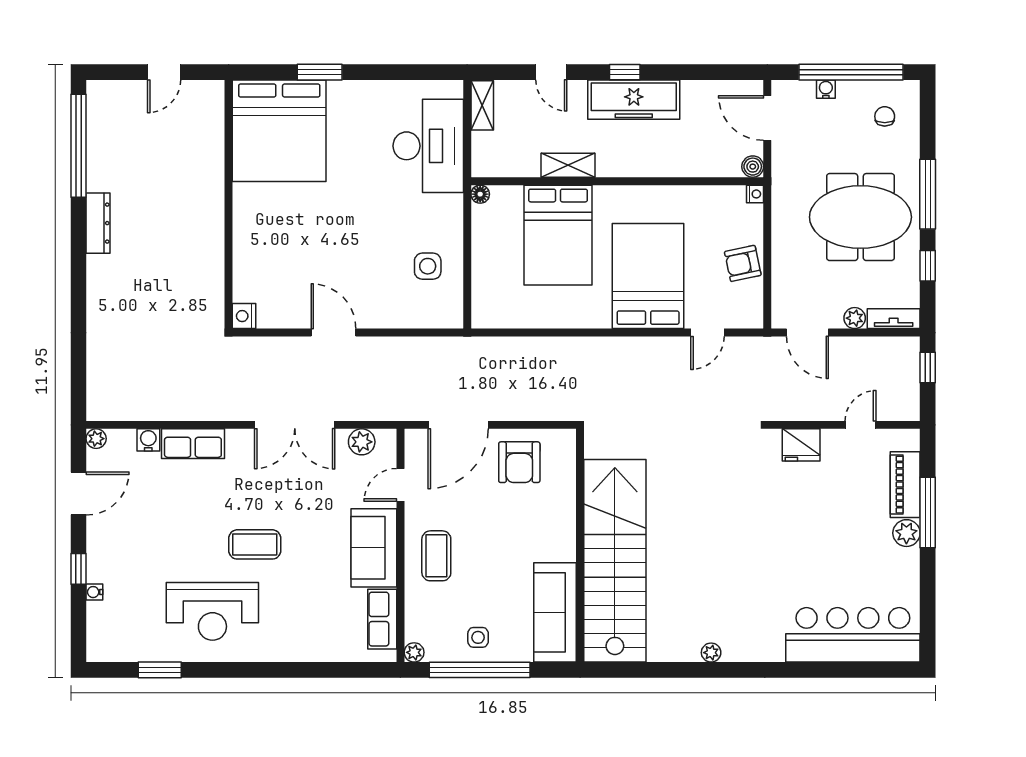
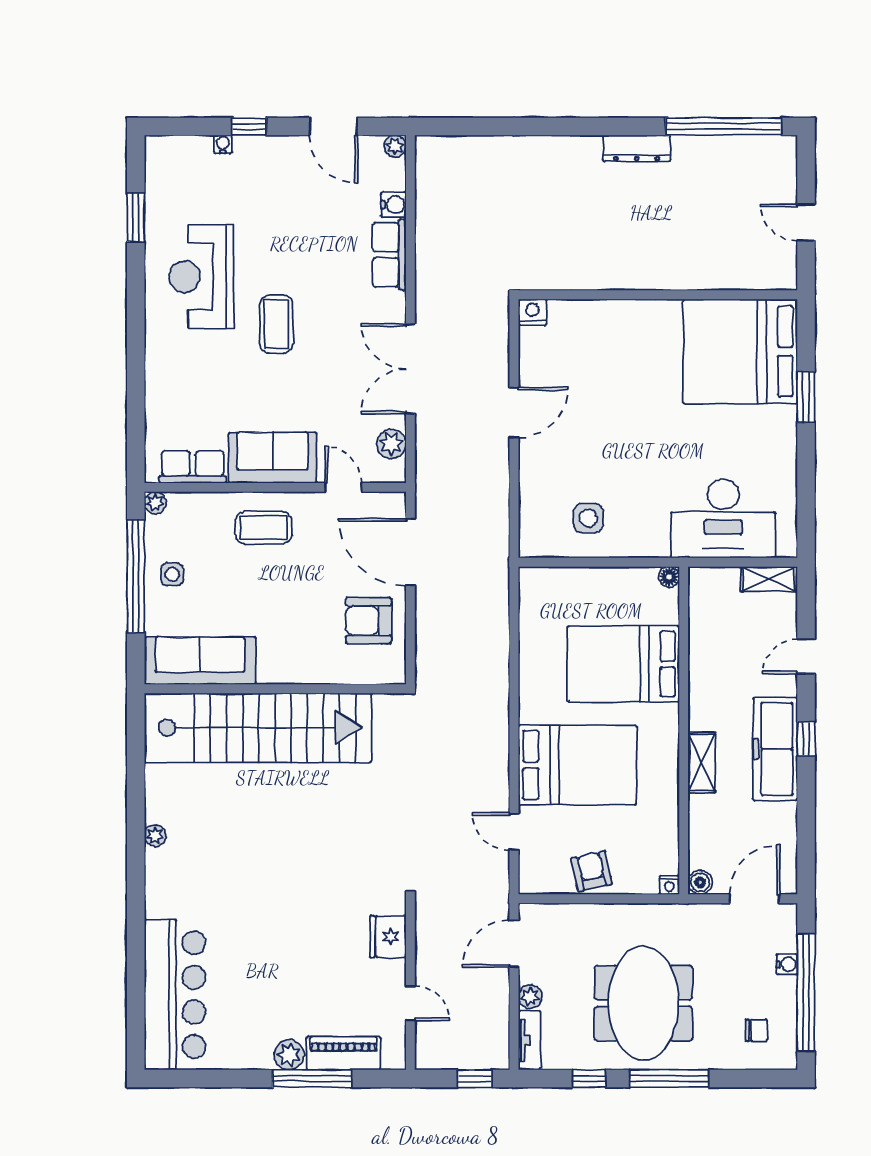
shelving: (568, 165) -> (702, 762), moved

